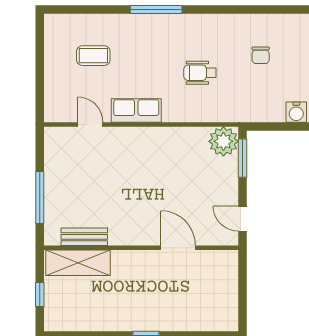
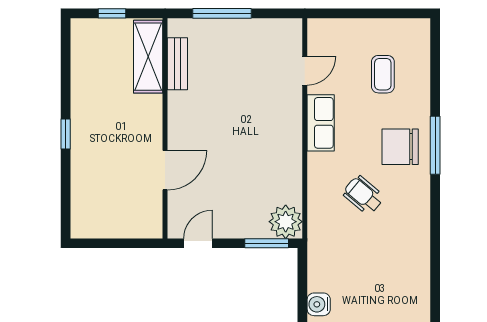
chair: (261, 55) -> (400, 147), moved, width x1.87, depth x1.87
wheelchair: (200, 73) -> (363, 195), turned -50

